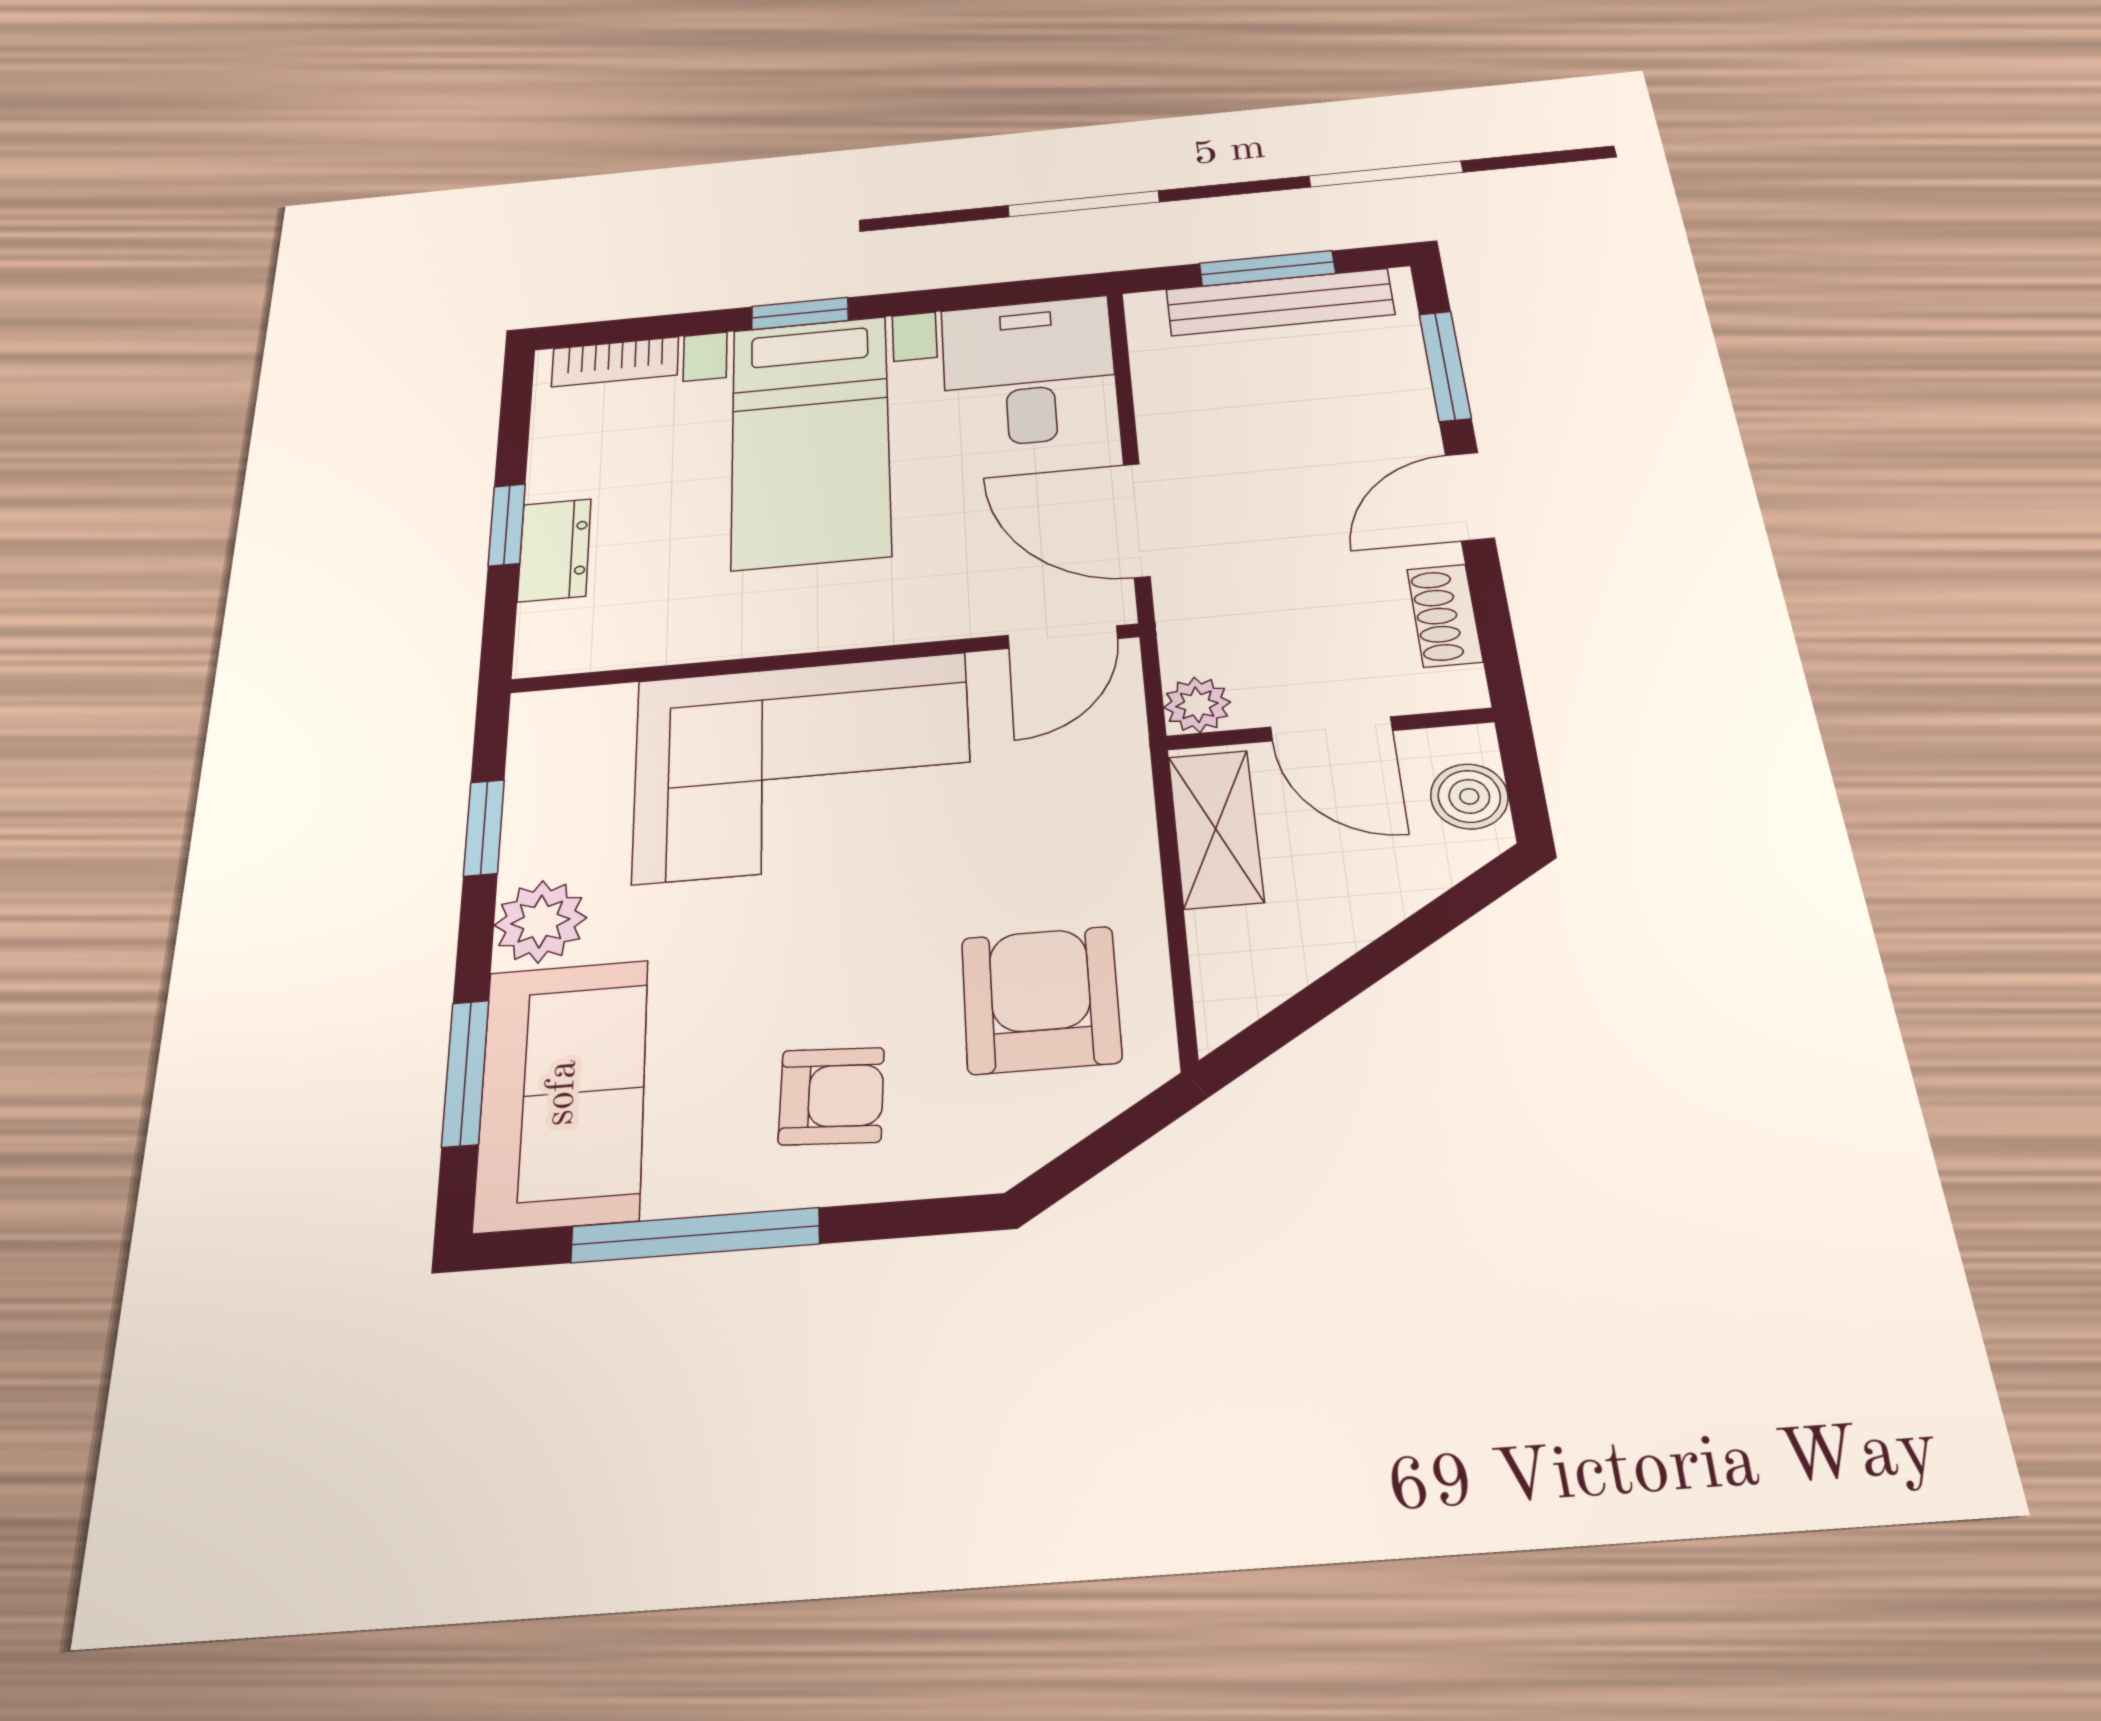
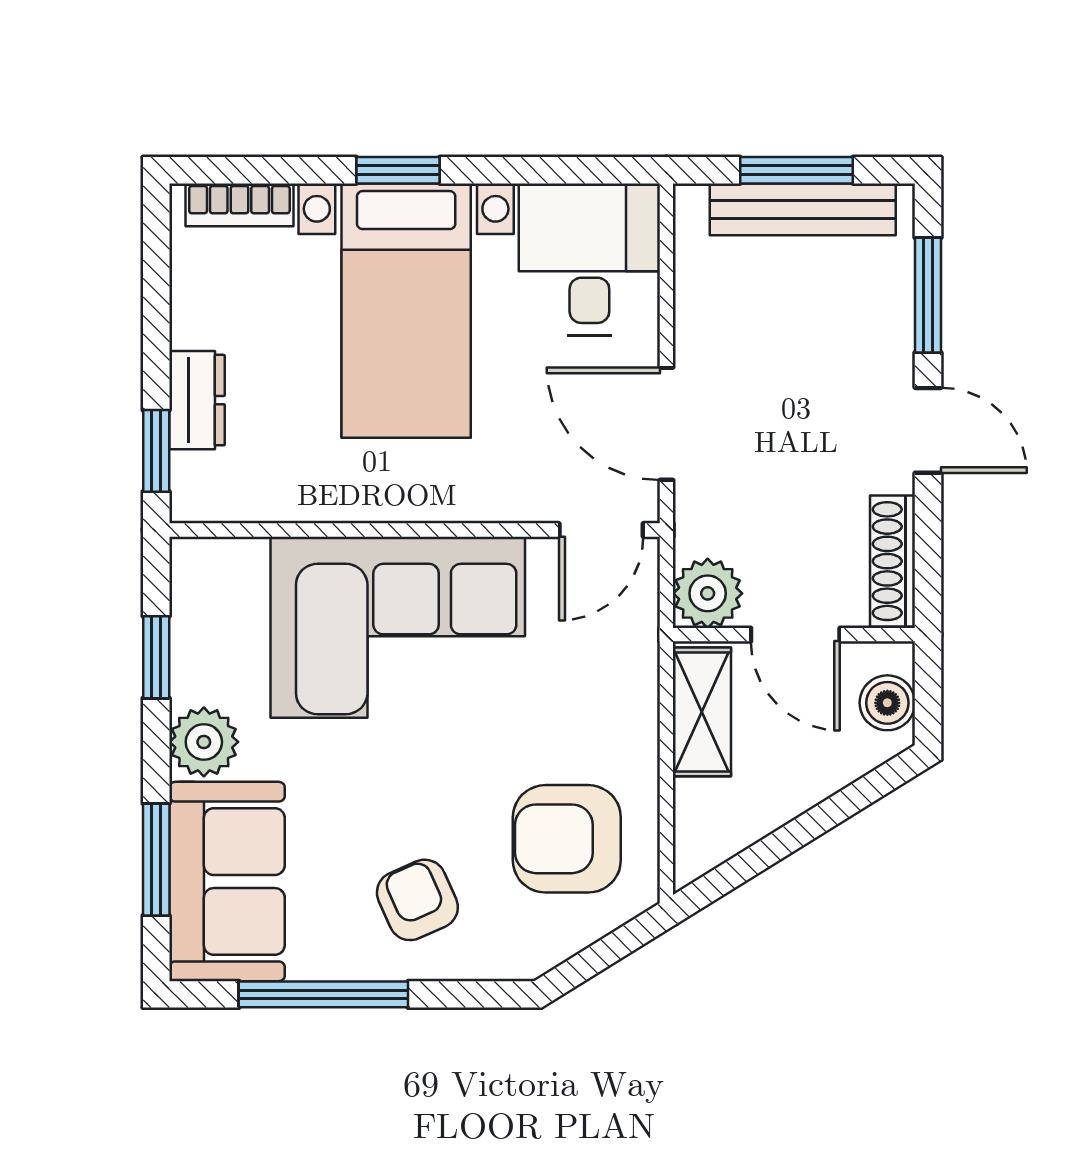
door: (1470, 496) -> (928, 430), swing flipped
window: (507, 525) -> (156, 451), moved
shoe rack: (1445, 615) -> (893, 561), width x1.43
plant: (1197, 705) -> (708, 593), width x1.38, depth x1.38
armchair: (1041, 1000) -> (567, 839), turned -90
armchair: (831, 1096) -> (417, 900), turned -117

